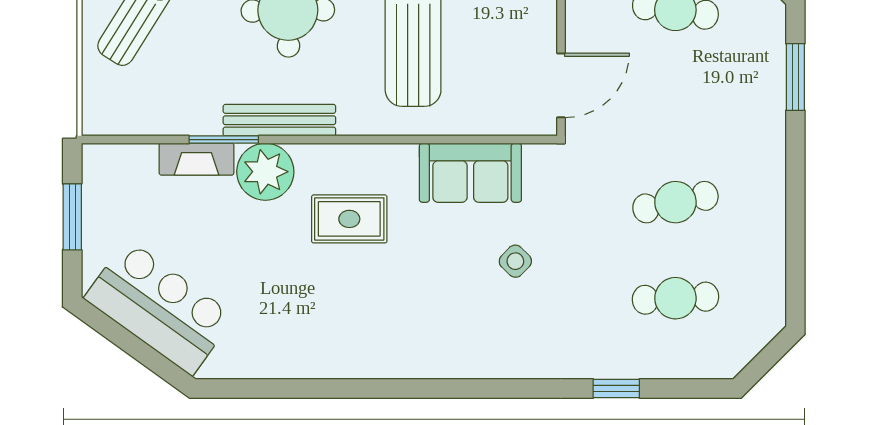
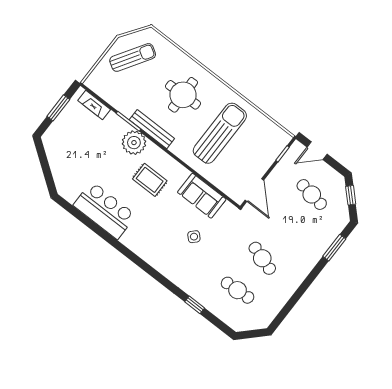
door: (561, 85) -> (254, 190), hinge flipped
fireplace: (197, 159) -> (94, 105), moved
cafe table: (675, 202) -> (262, 258), turned 30
bar counter: (159, 307) -> (105, 210), moved, turned -36

